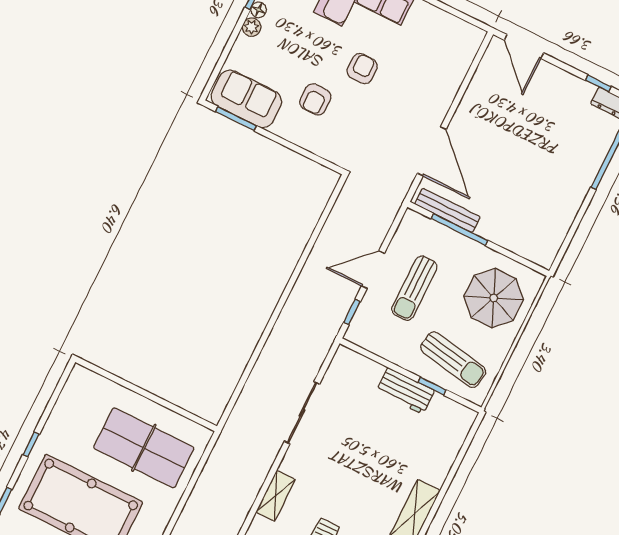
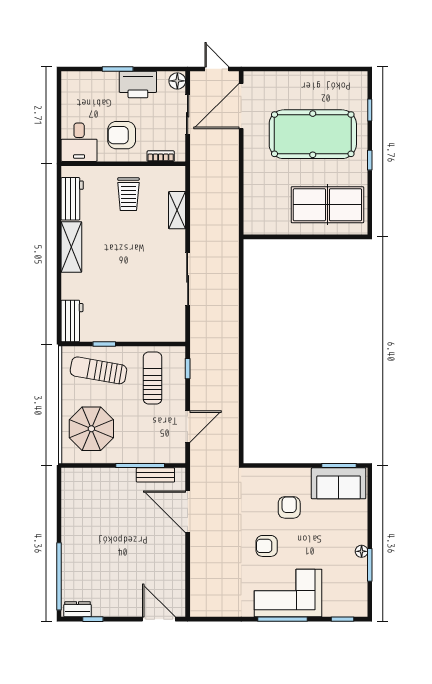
plant: (252, 27) -> (360, 536), removed
armchair: (362, 69) -> (267, 546), turned 90
bench: (447, 210) -> (155, 475), width x0.73
door: (373, 270) -> (188, 427), moved
sun lounger: (414, 288) -> (152, 378), moved
workbench: (405, 391) -> (72, 321), moved, turned 90
table tennis table: (144, 448) -> (327, 205), moved

